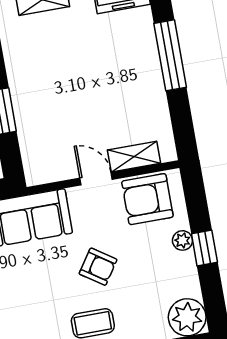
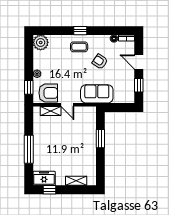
window: (204, 248) -> (29, 87), moved
armchair: (98, 267) -> (100, 62), moved

